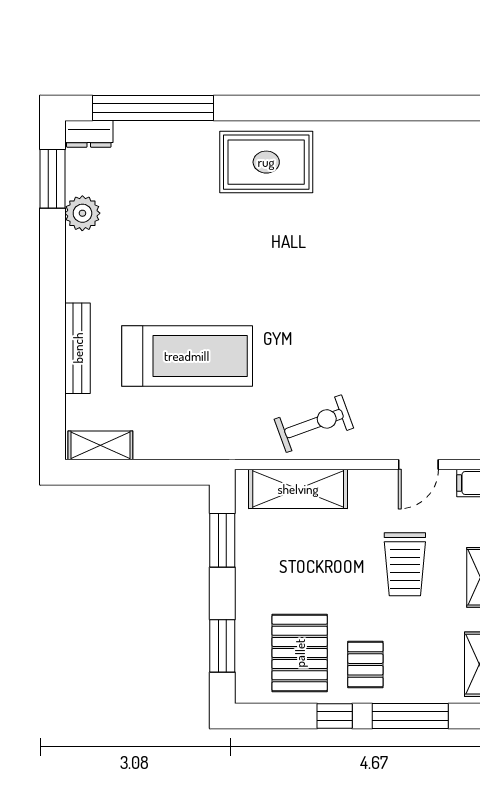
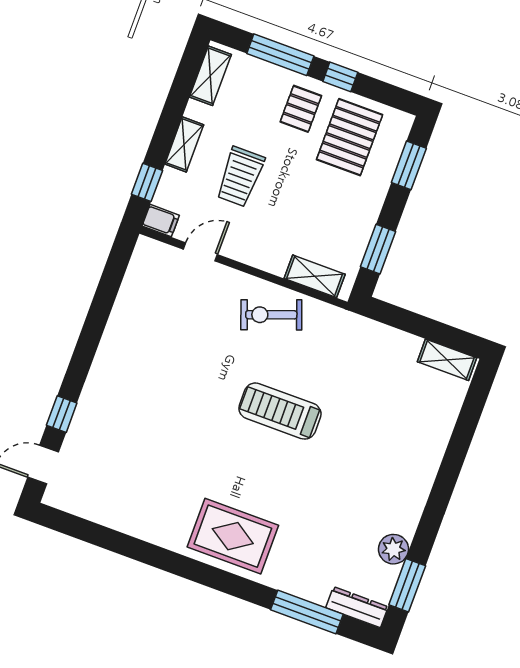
window: (153, 108) -> (307, 612), width x0.68
dresser: (89, 134) -> (357, 607), width x1.44
bench: (78, 348) -> (437, 443), removed
treadmill: (187, 356) -> (280, 411), moved, width x0.73, depth x0.73
shelving: (298, 489) -> (315, 276), width x0.67, depth x0.75
trolley: (405, 564) -> (240, 177), turned 180

